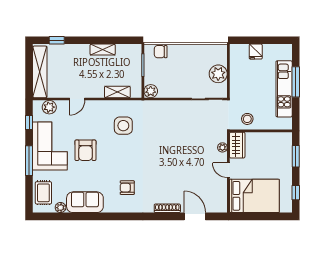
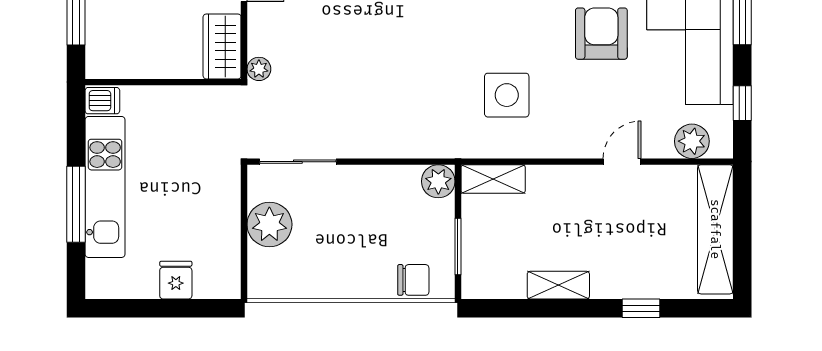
window: (57, 40) -> (641, 308), moved
shelving: (117, 92) -> (493, 179), moved
stool: (247, 119) -> (197, 112), removed
dishwasher: (285, 123) -> (102, 101), added
plant: (222, 147) -> (259, 69), moved

